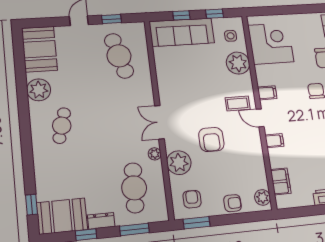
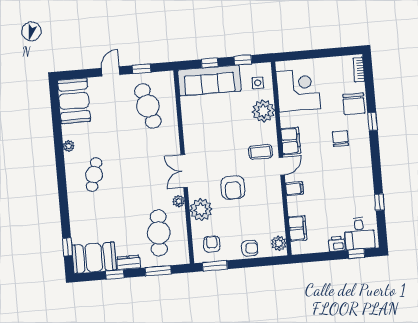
plant: (39, 90) -> (69, 146), width x0.53, depth x0.53
filing cabinet: (267, 93) -> (291, 141), width x2.00
door: (260, 118) -> (282, 166), swing flipped

